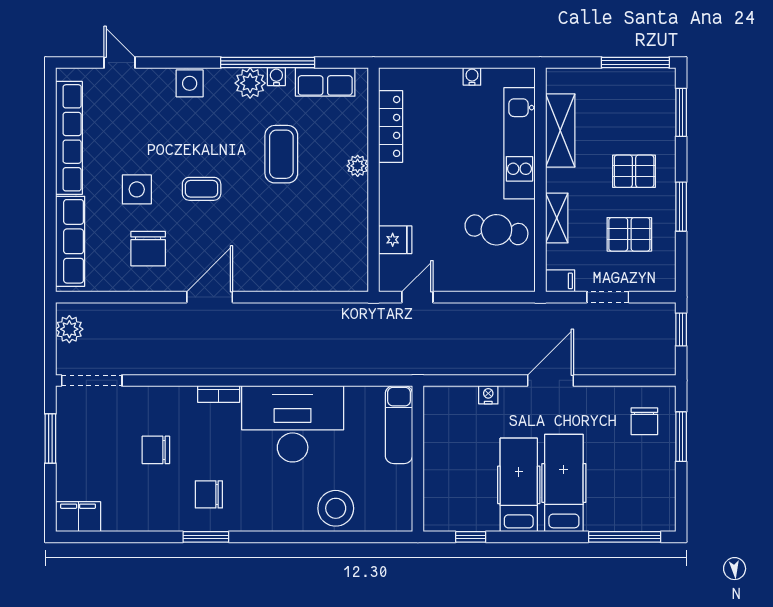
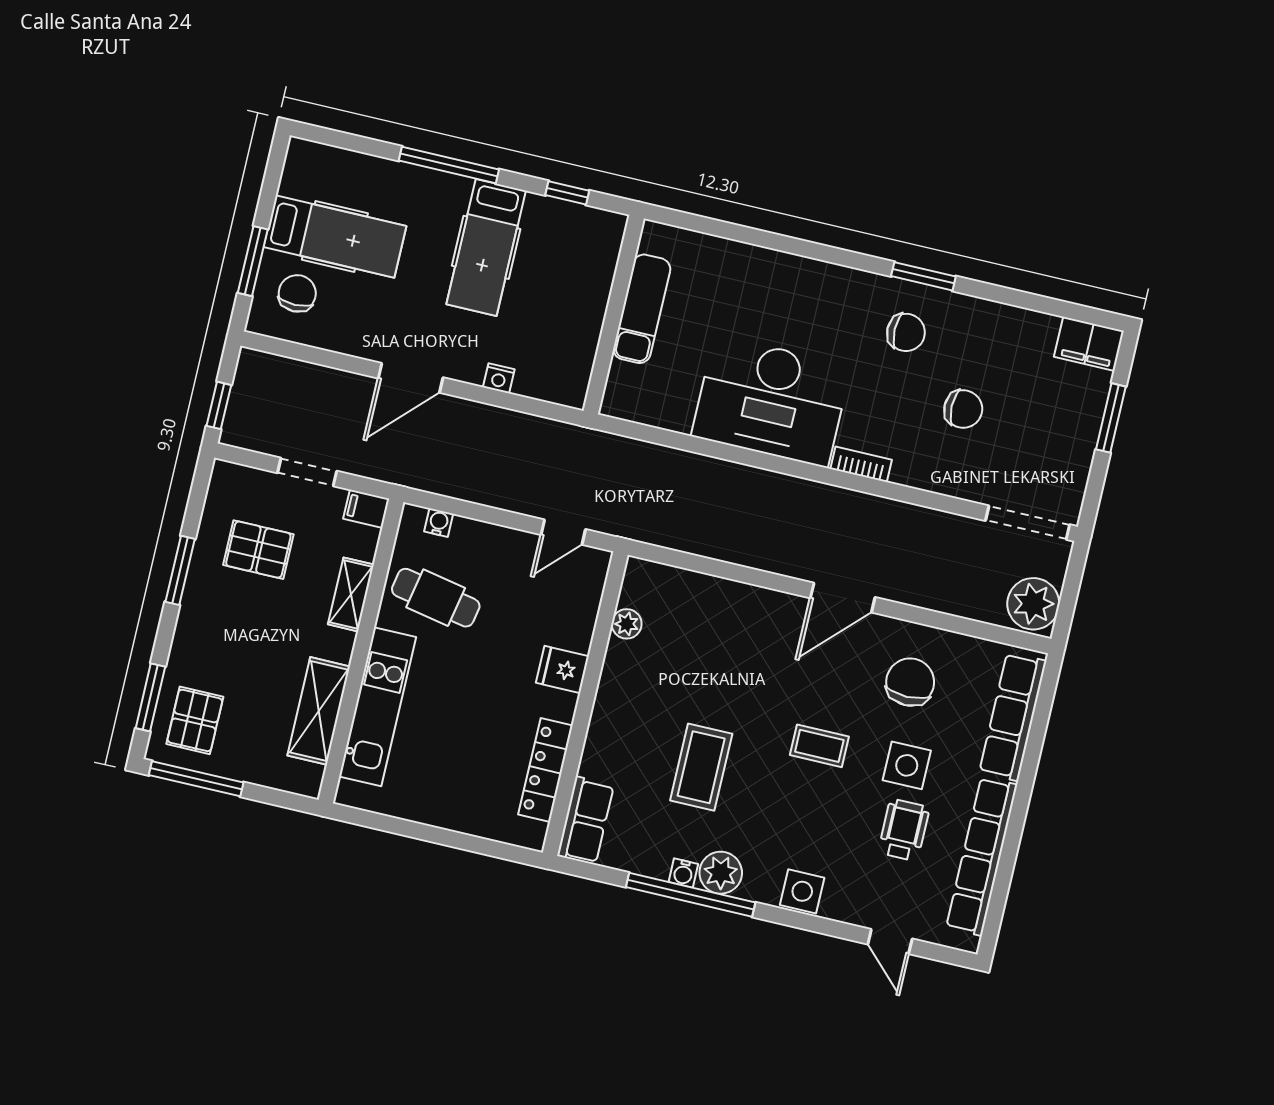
water cooler: (472, 76) -> (439, 523), moved, turned 180
row of seats: (325, 82) -> (586, 820), moved, turned 90
wheelchair: (128, 143) -> (904, 830), added
plant: (358, 166) -> (627, 624), moved
pallet: (634, 171) -> (195, 720), moved, turned 90
fridge: (395, 240) -> (562, 670), moved
plant: (69, 329) -> (1033, 604), width x1.36, depth x1.36
exam couch: (399, 425) -> (642, 309), moved
window: (50, 438) -> (1111, 418), moved
hospital bed: (564, 483) -> (335, 236), moved, turned -90
stool: (336, 508) -> (740, 274), removed
window: (625, 537) -> (449, 165), moved

